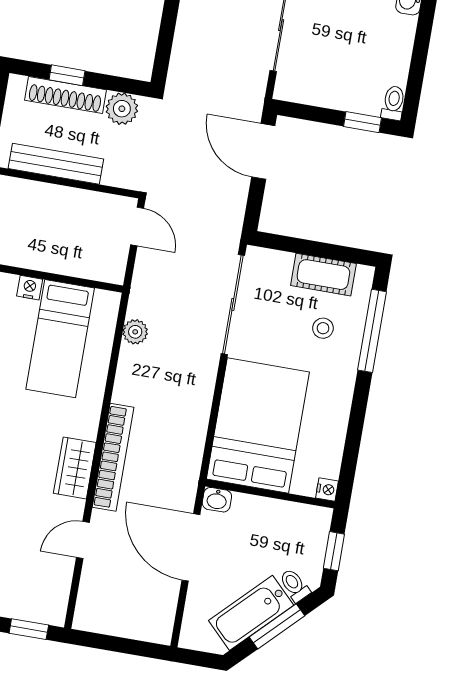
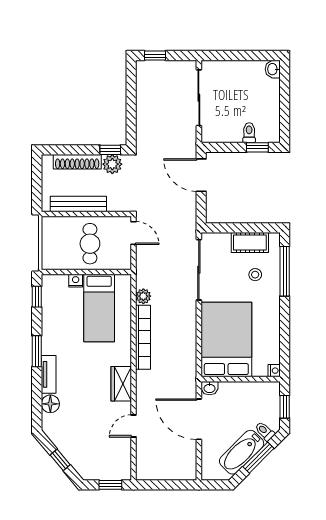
window: (67, 75) -> (110, 150), moved
toilet: (393, 103) -> (249, 133), moved
cafe table: (63, 232) -> (90, 244), added
bookcase: (113, 457) -> (143, 337), moved

